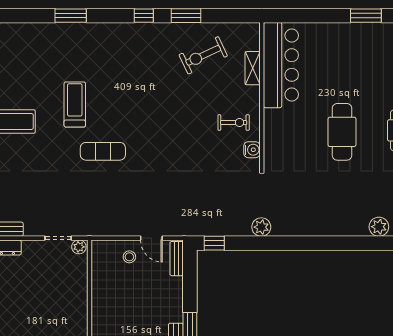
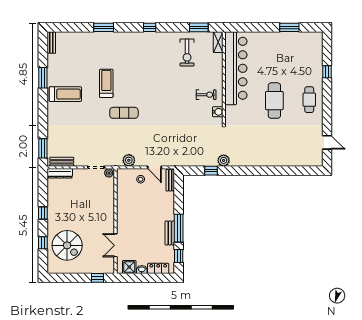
window: (186, 16) -> (199, 27), moved
exercise bike: (203, 55) -> (187, 52), turned -65
bar counter: (281, 65) -> (236, 68), width x1.36
shelving: (253, 68) -> (218, 42), moved
plant: (379, 227) -> (129, 160), moved
window: (214, 243) -> (211, 171), moved

